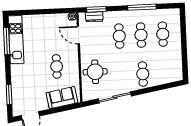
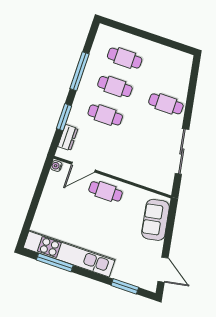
window: (96, 9) -> (64, 117), moved
kitchen unit: (16, 40) -> (69, 254), width x1.36
cafe table: (57, 66) -> (106, 191), moved
round table: (95, 72) -> (139, 164), removed

